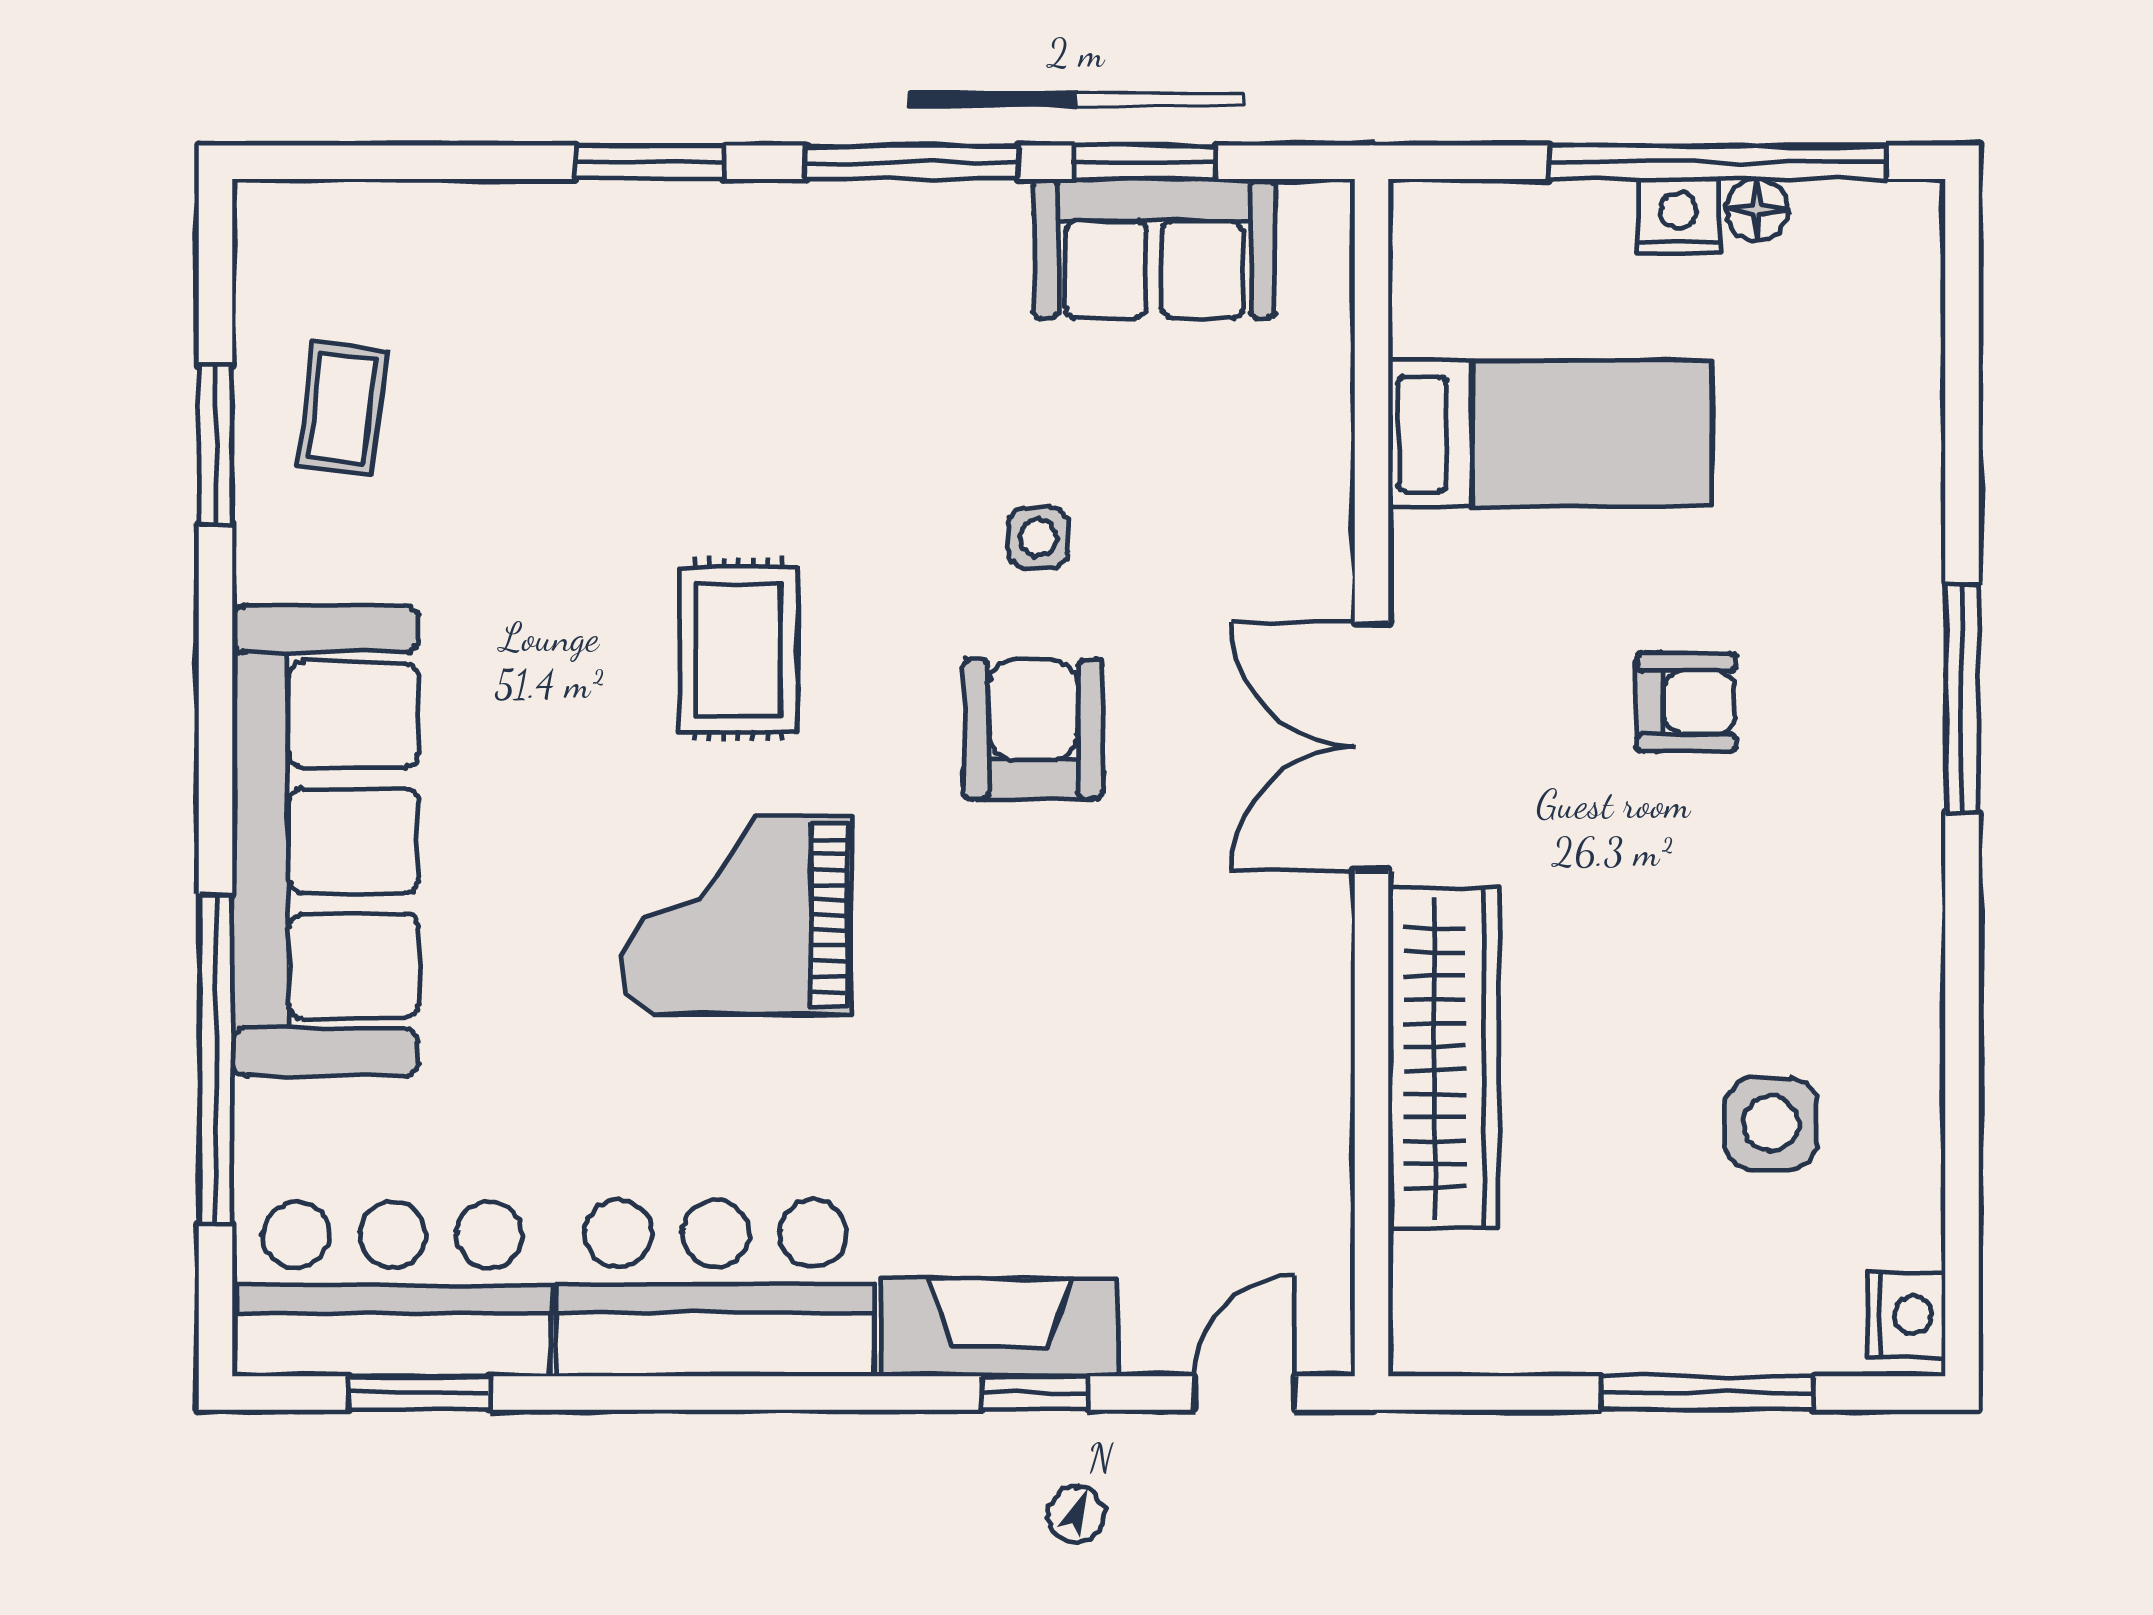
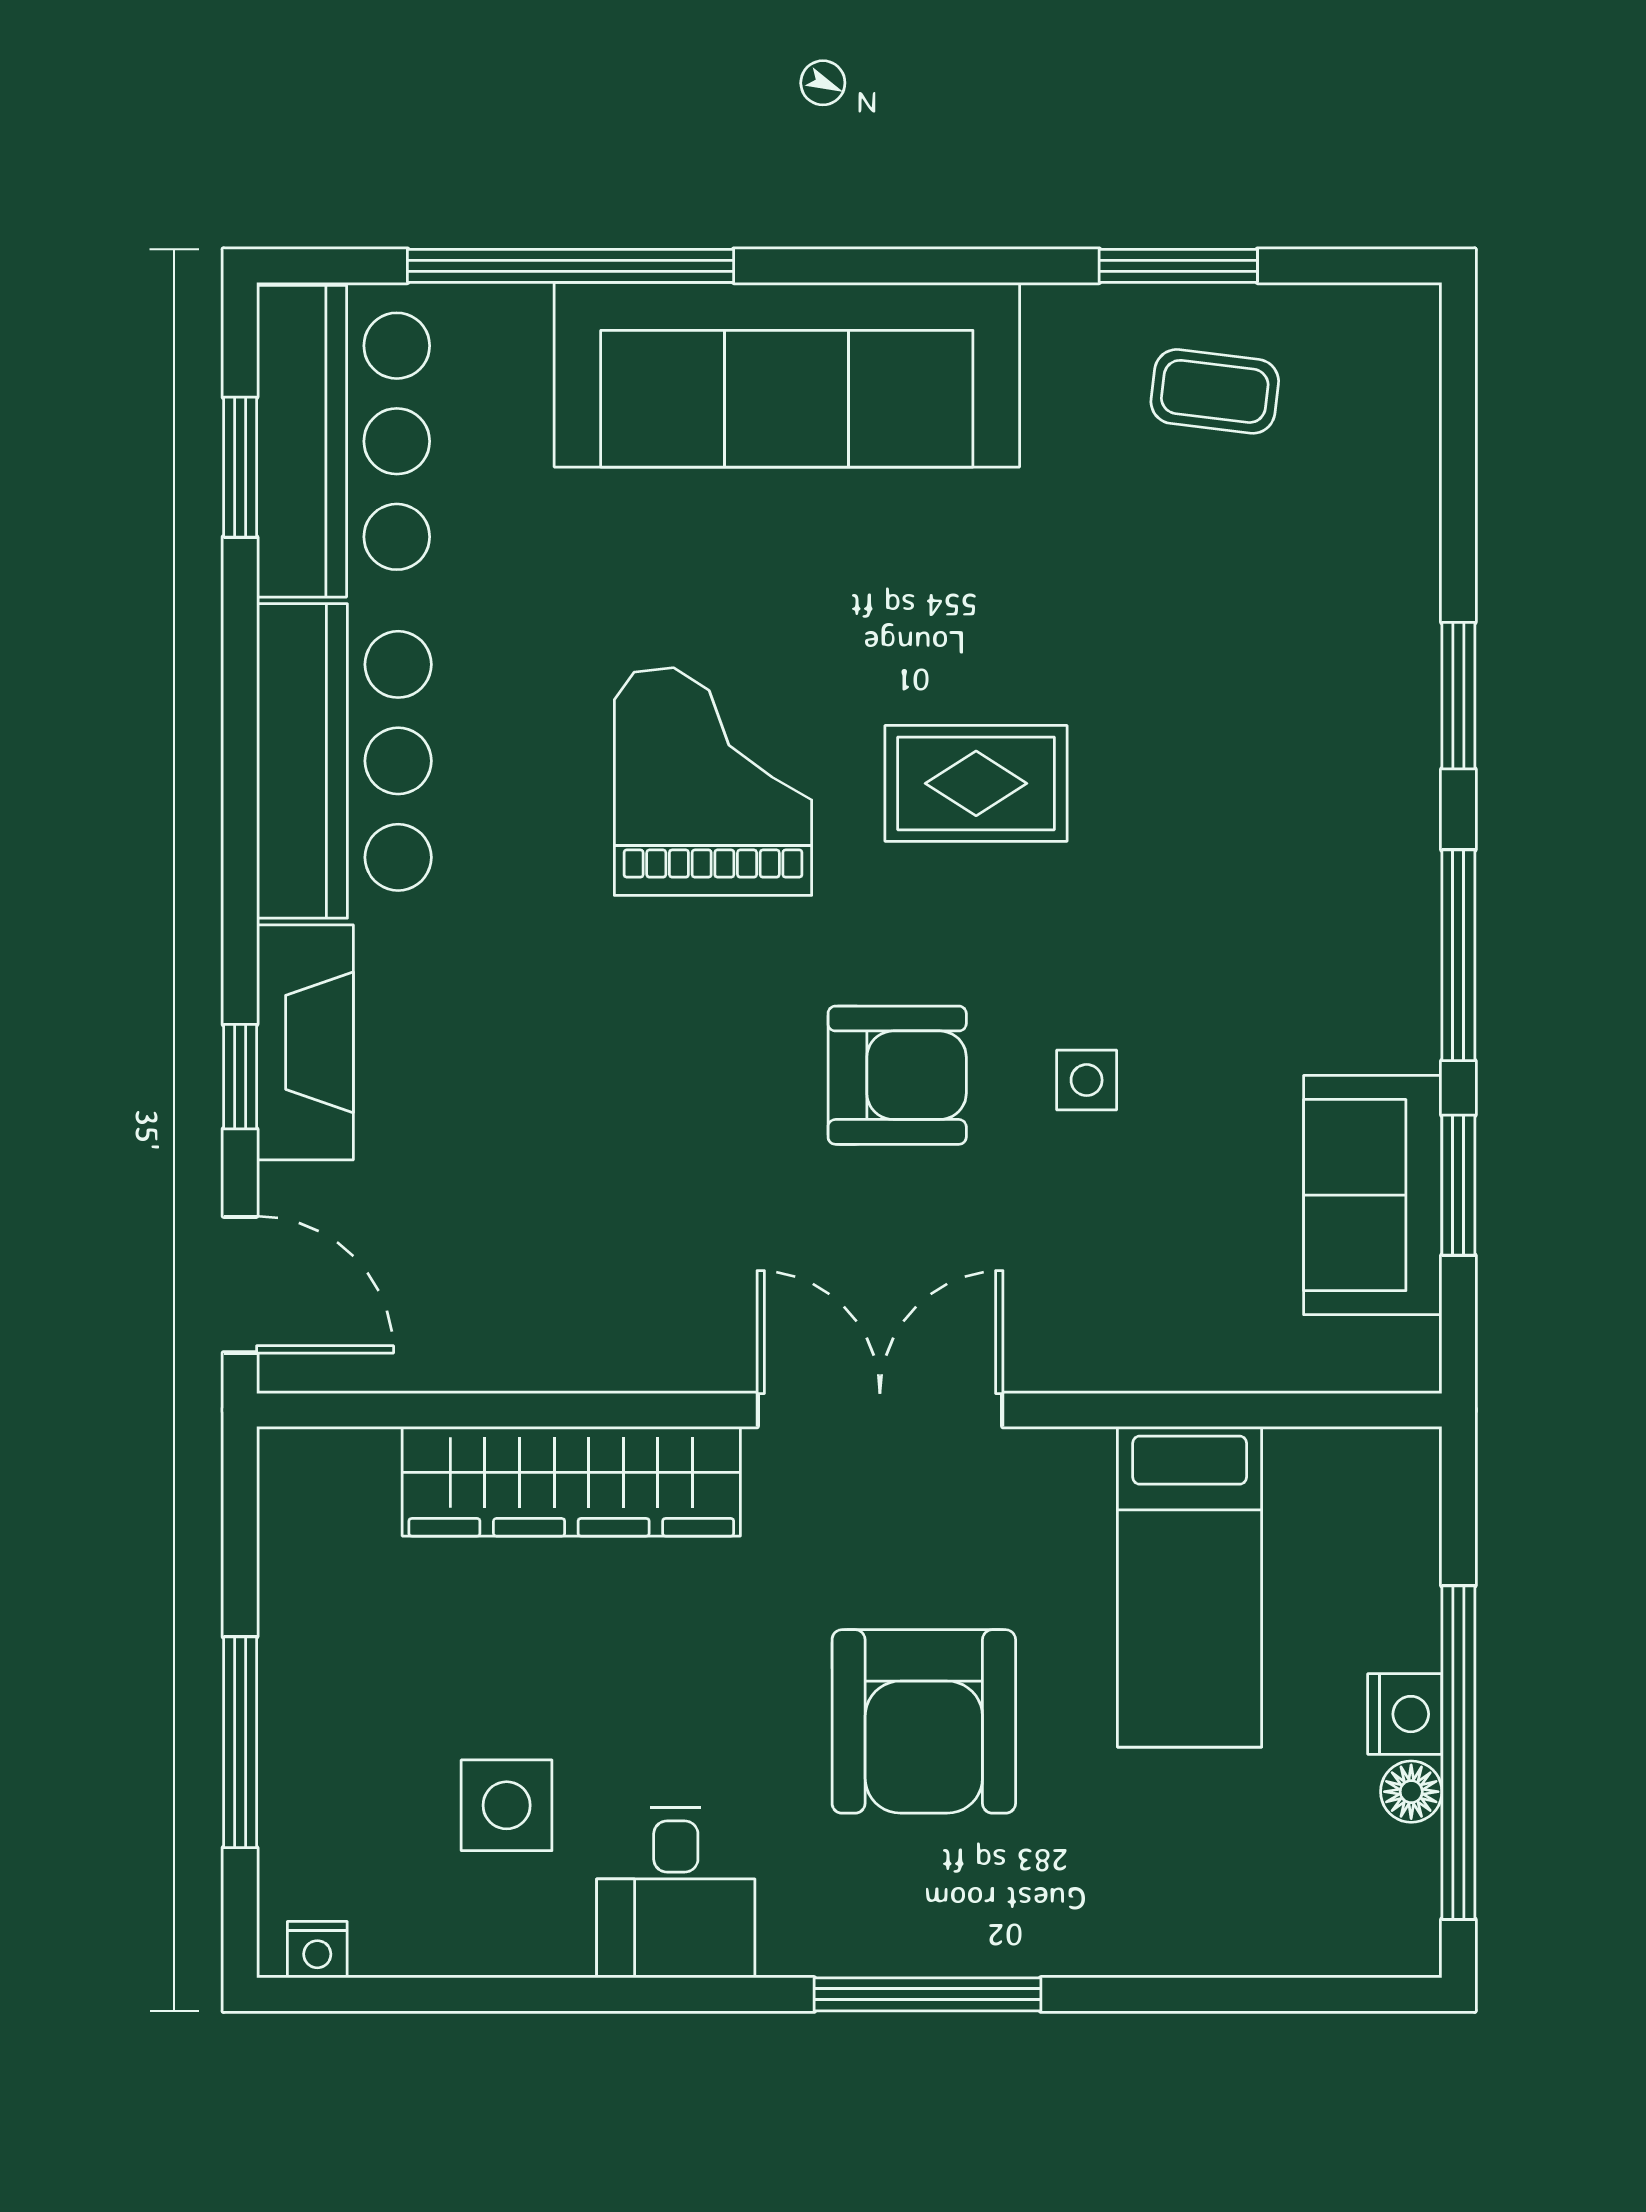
armchair: (1686, 702) -> (924, 1721), width x1.88, depth x1.88
desk: (1859, 953) -> (676, 1893), added
nightstand: (1907, 1315) -> (317, 1950), width x0.72, depth x0.74
door: (1245, 1393) -> (240, 1285), width x1.38

